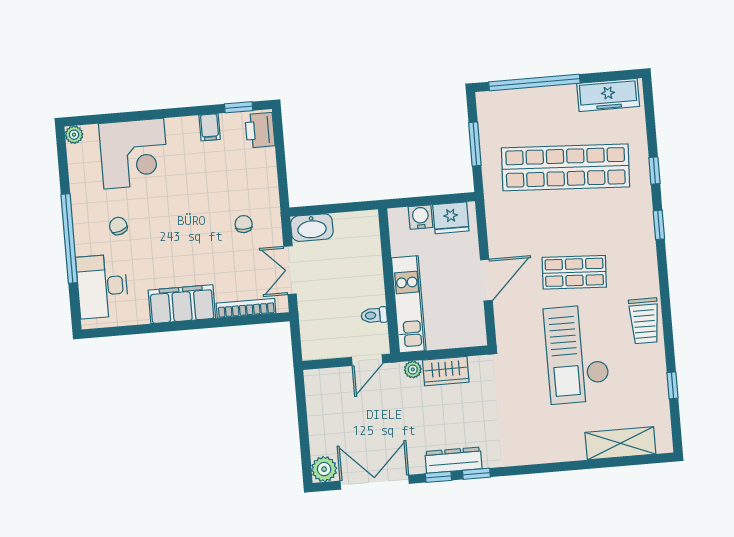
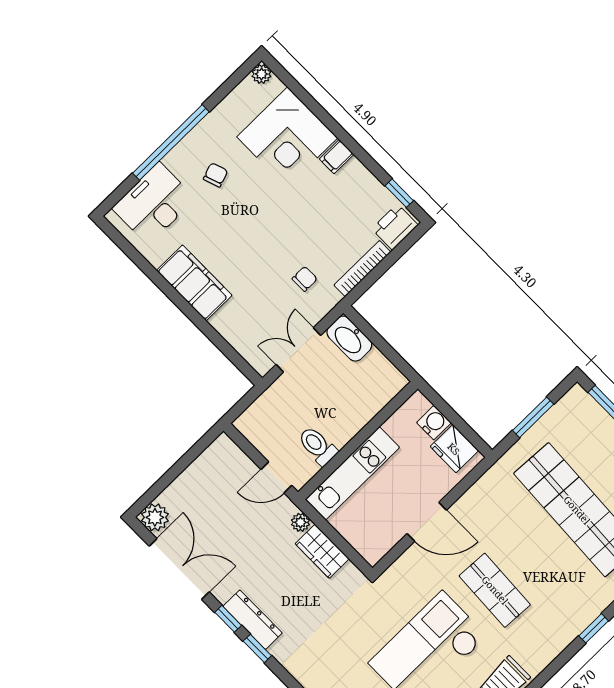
filing cabinet: (210, 127) -> (337, 157), moved
bookcase: (246, 308) -> (362, 269), moved, turned -90
toilet: (374, 315) -> (318, 446), width x1.37, depth x1.39

